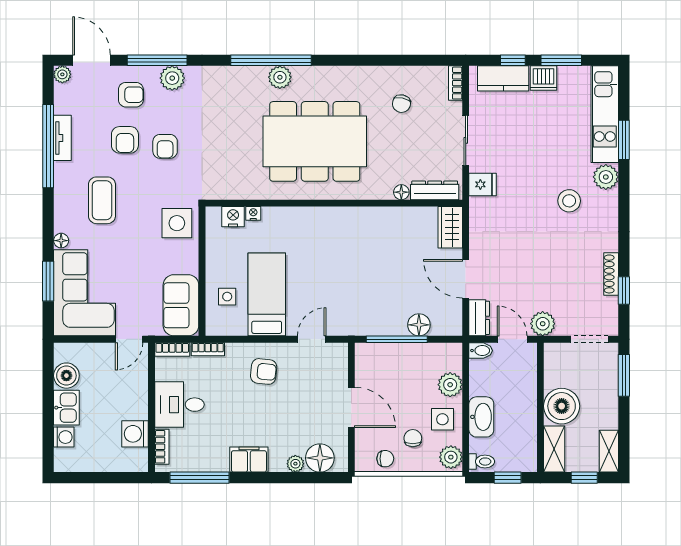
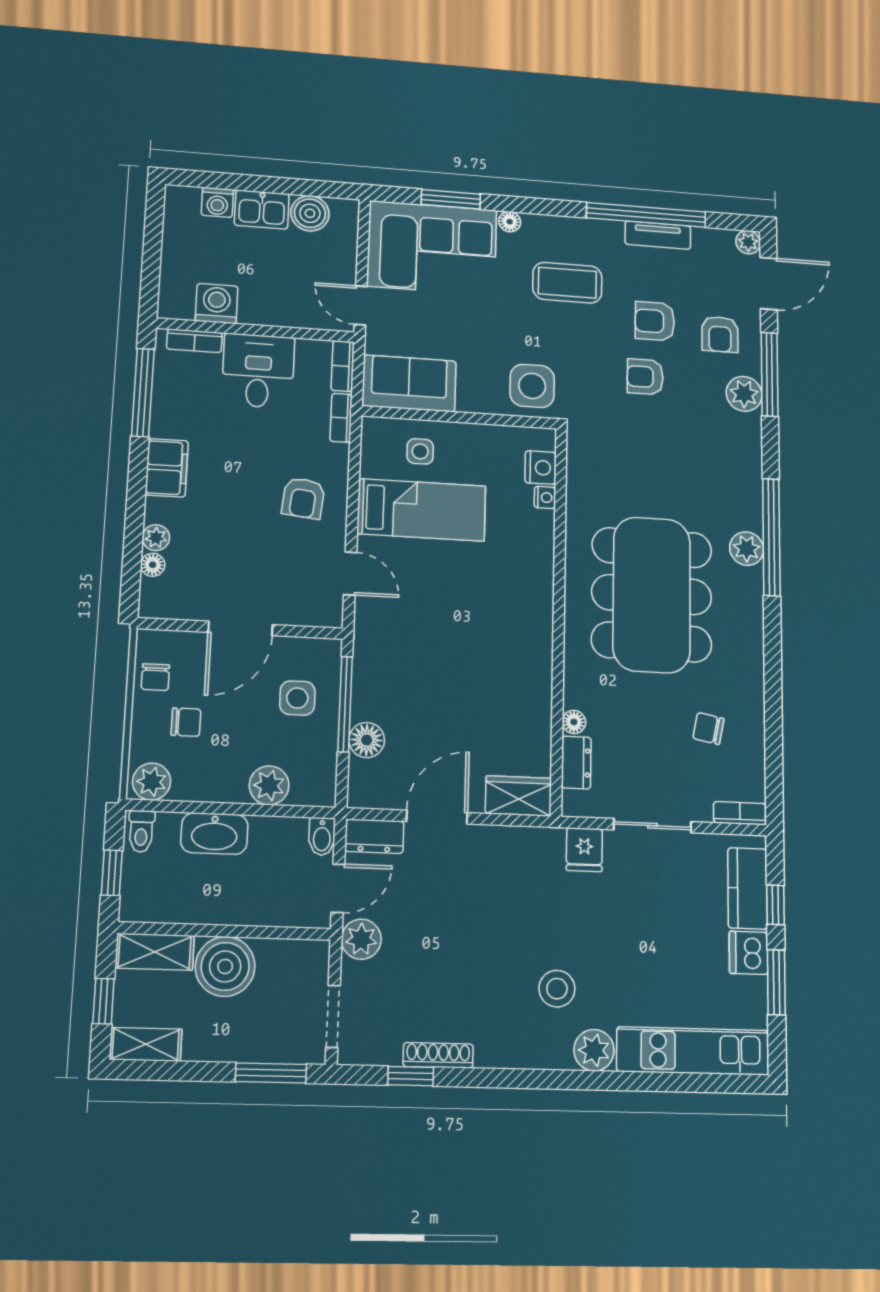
window: (624, 140) -> (653, 1082), removed
dresser: (435, 190) -> (576, 763), width x0.70
side table: (442, 419) -> (297, 698), moved
floor lamp: (320, 458) -> (153, 565), width x0.53, depth x0.53

